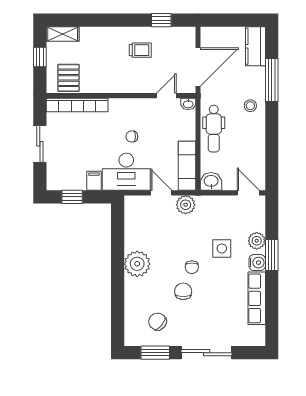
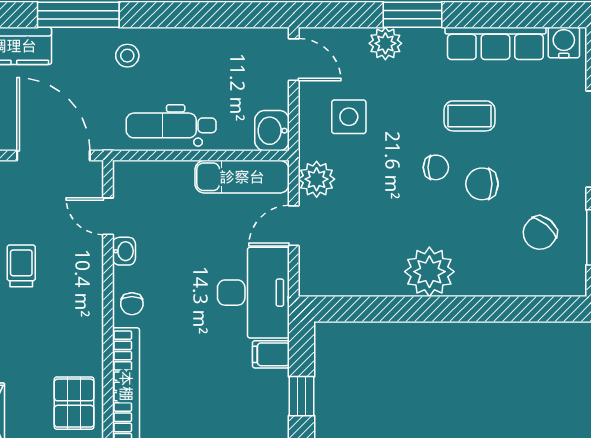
pallet: (68, 78) -> (74, 403), turned 90
washbasin: (188, 104) -> (124, 251), moved
dental chair: (214, 129) -> (171, 125), turned 180
chair: (132, 136) -> (132, 304), moved
door: (248, 193) -> (294, 60), swing flipped
side table: (222, 248) -> (349, 117), moved
water cooler: (257, 263) -> (564, 43), moved
coffee table: (219, 285) -> (469, 116), added

